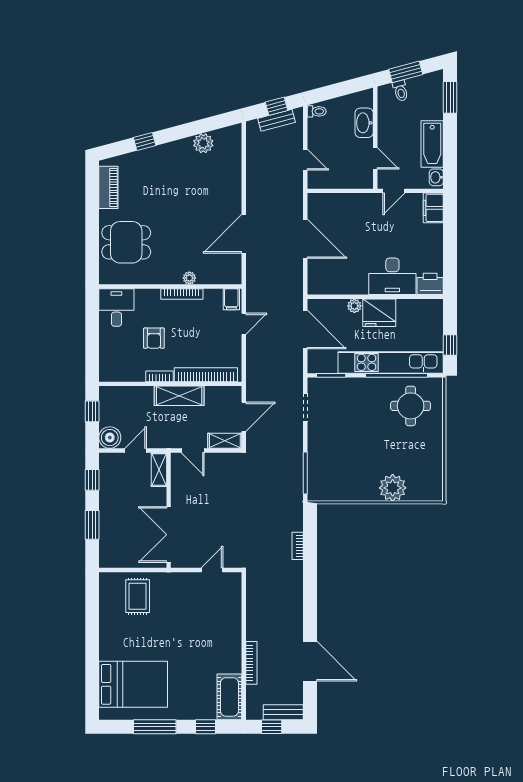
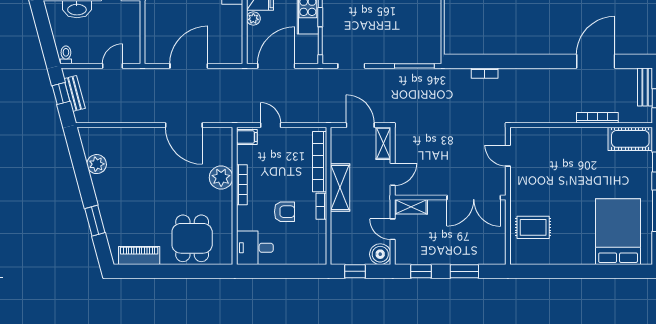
window: (145, 141) -> (95, 221), width x1.50
plant: (189, 278) -> (221, 178), width x1.88, depth x1.88

